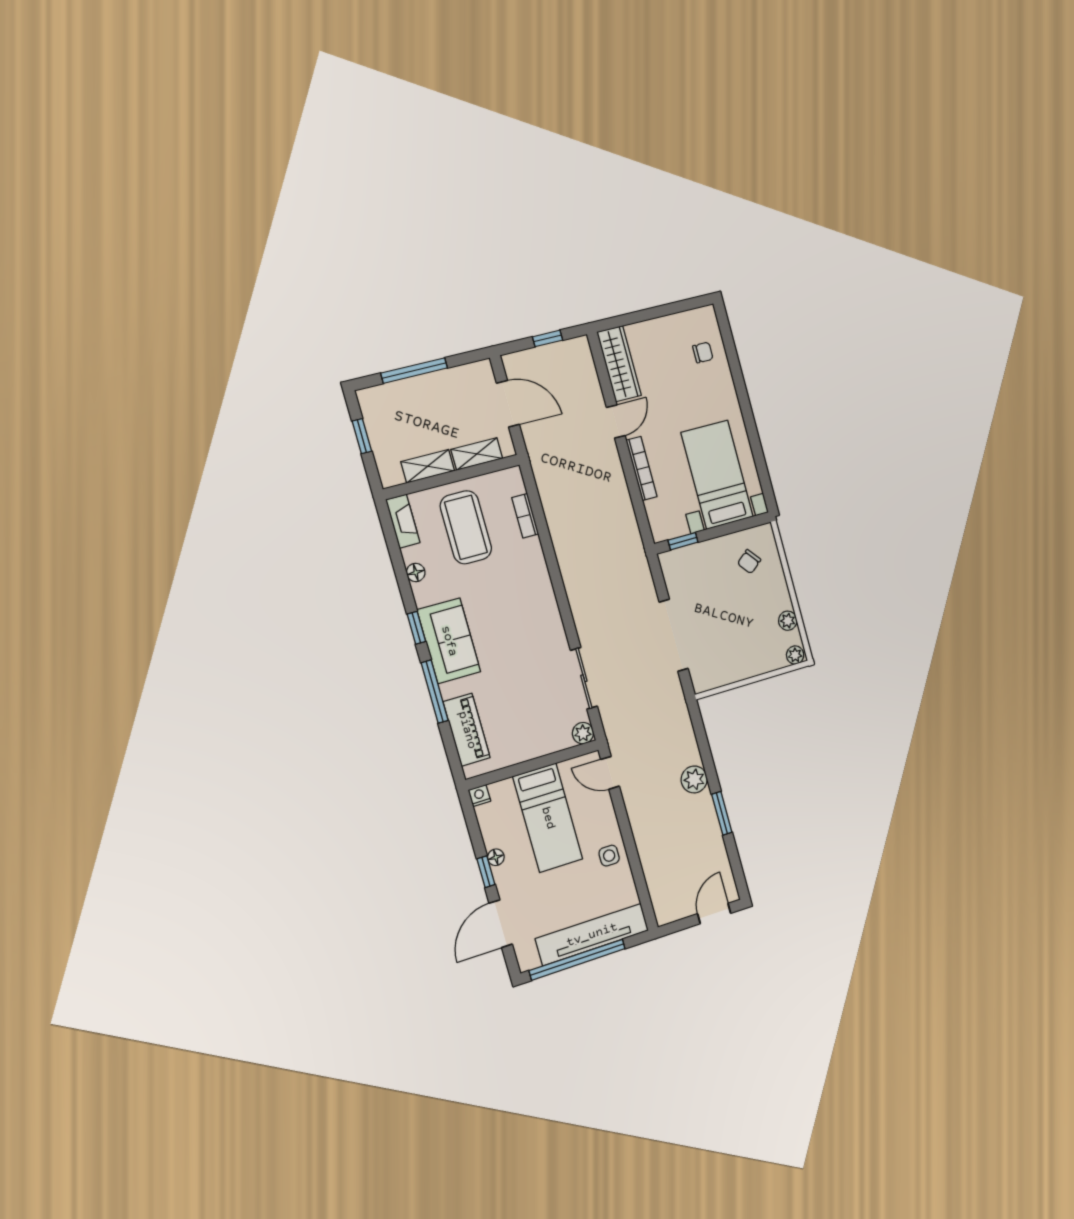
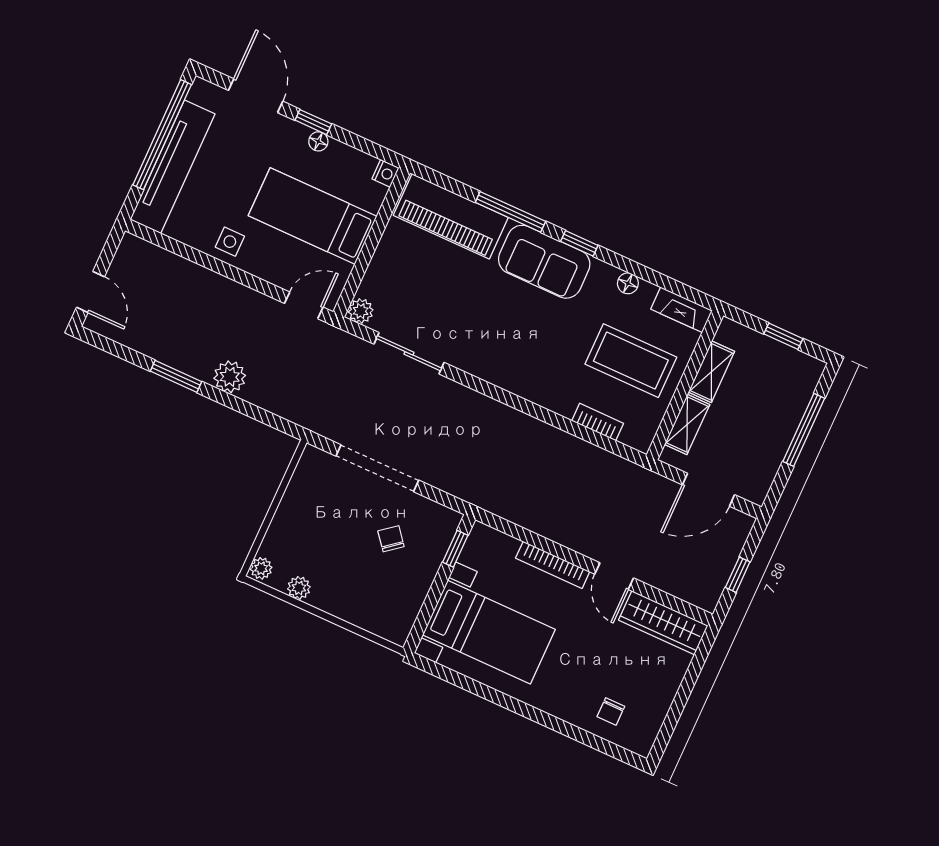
chair: (749, 562) -> (391, 539), moved
piano: (467, 730) -> (451, 216), width x1.37, depth x1.33

